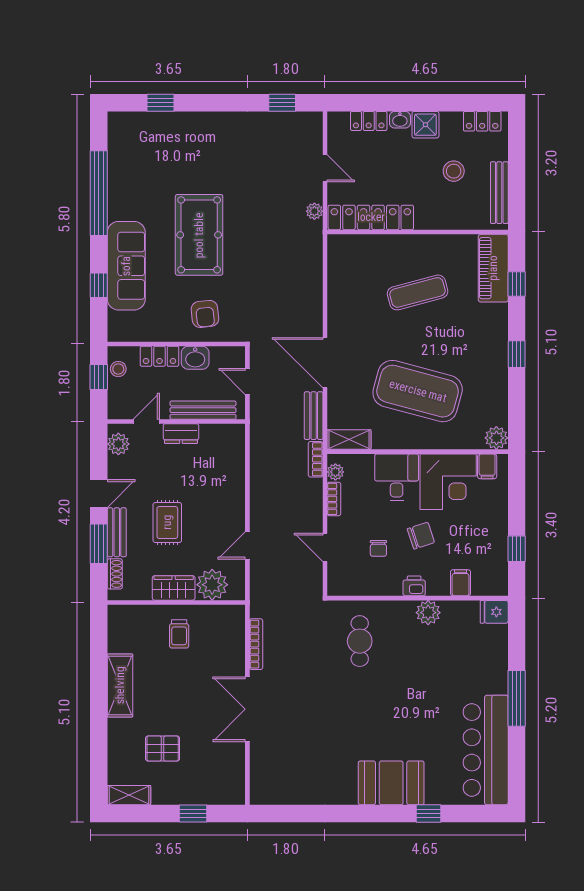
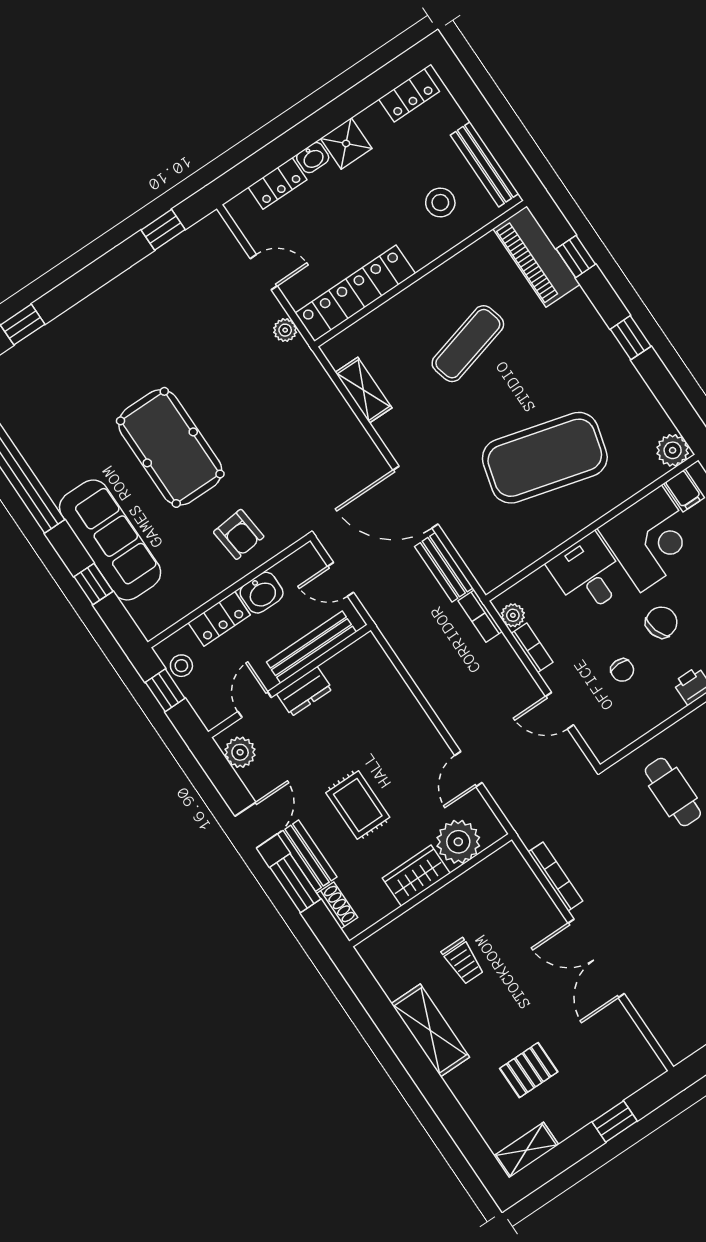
stool: (454, 171) -> (440, 203), moved
shelving: (349, 440) -> (364, 390), moved, turned 90
trolley: (179, 634) -> (463, 961), moved

